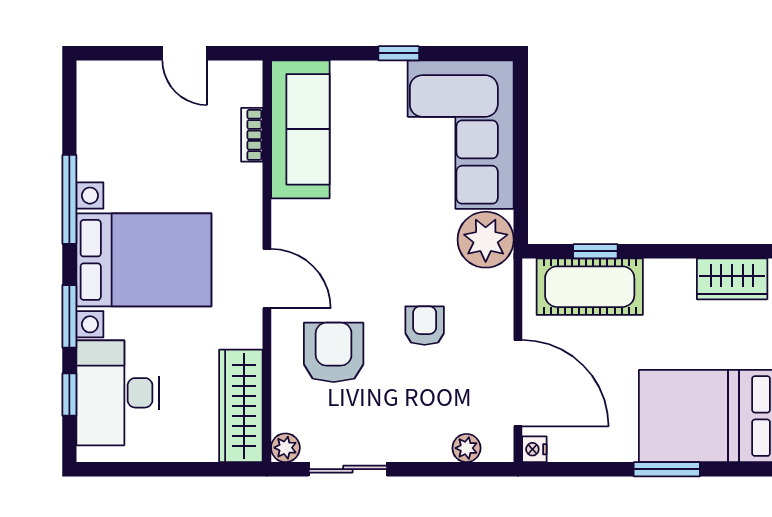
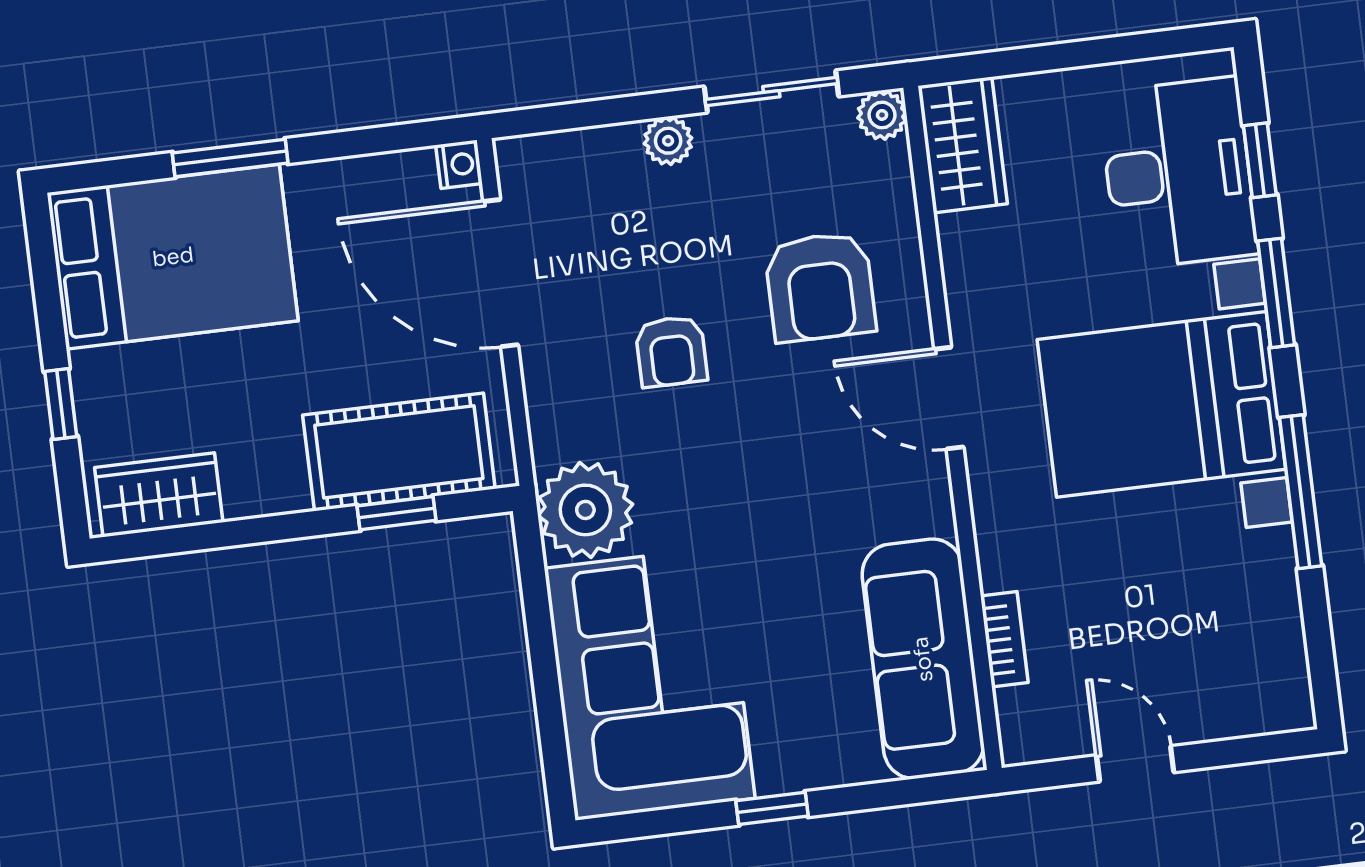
wardrobe: (241, 406) -> (963, 145), width x0.67
plant: (466, 448) -> (668, 141), moved

